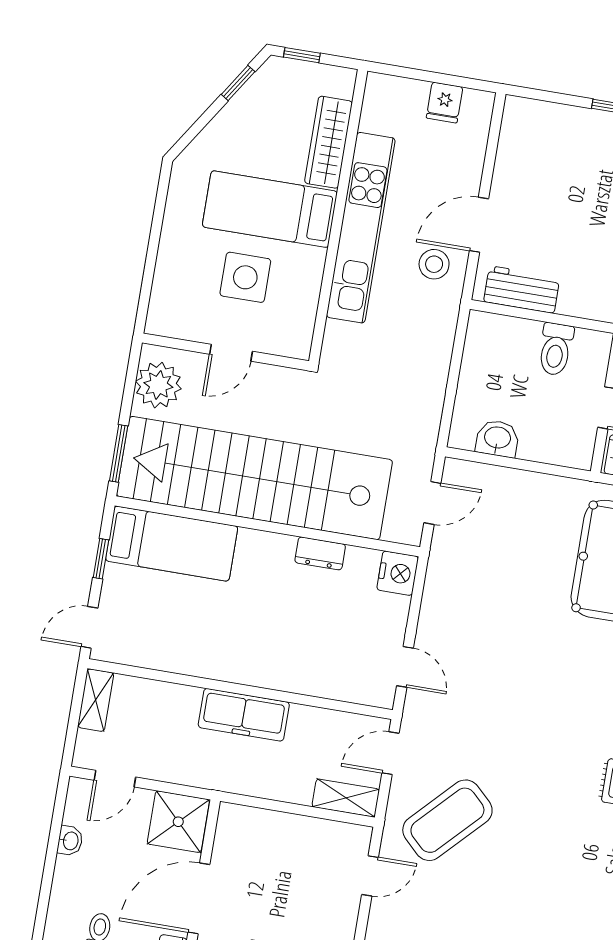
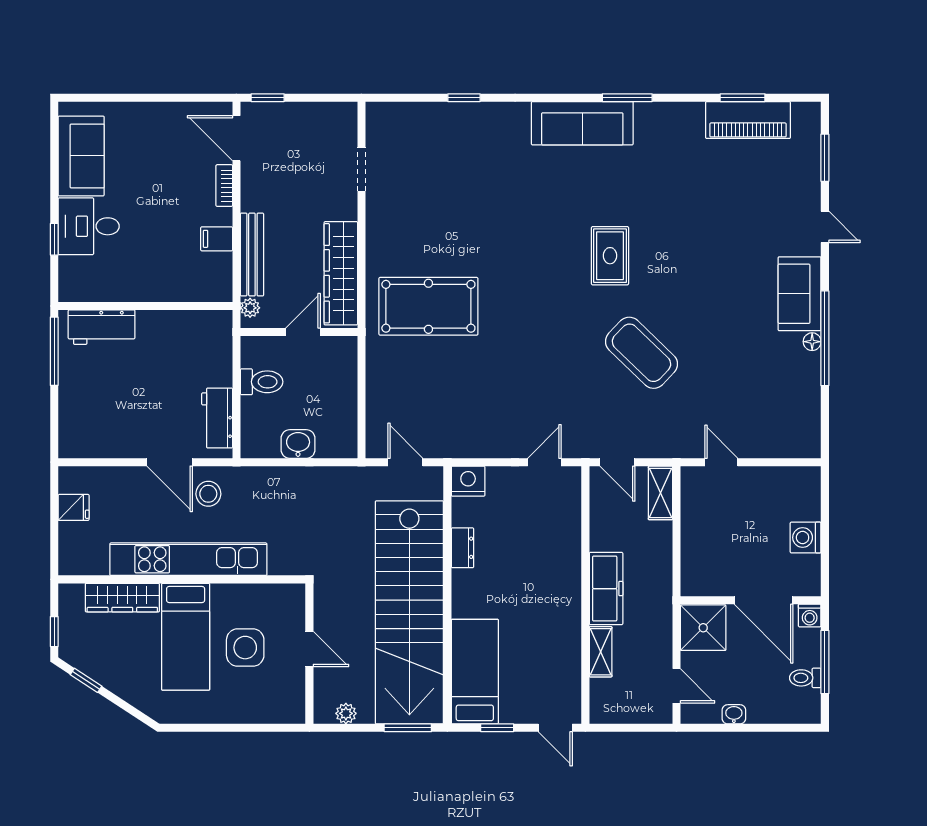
plant: (158, 385) -> (346, 713), width x0.53, depth x0.53
washbasin: (497, 438) -> (298, 444), moved, turned 90
shelving: (96, 700) -> (601, 652), moved, turned 90
coffee table: (447, 820) -> (641, 353), moved

